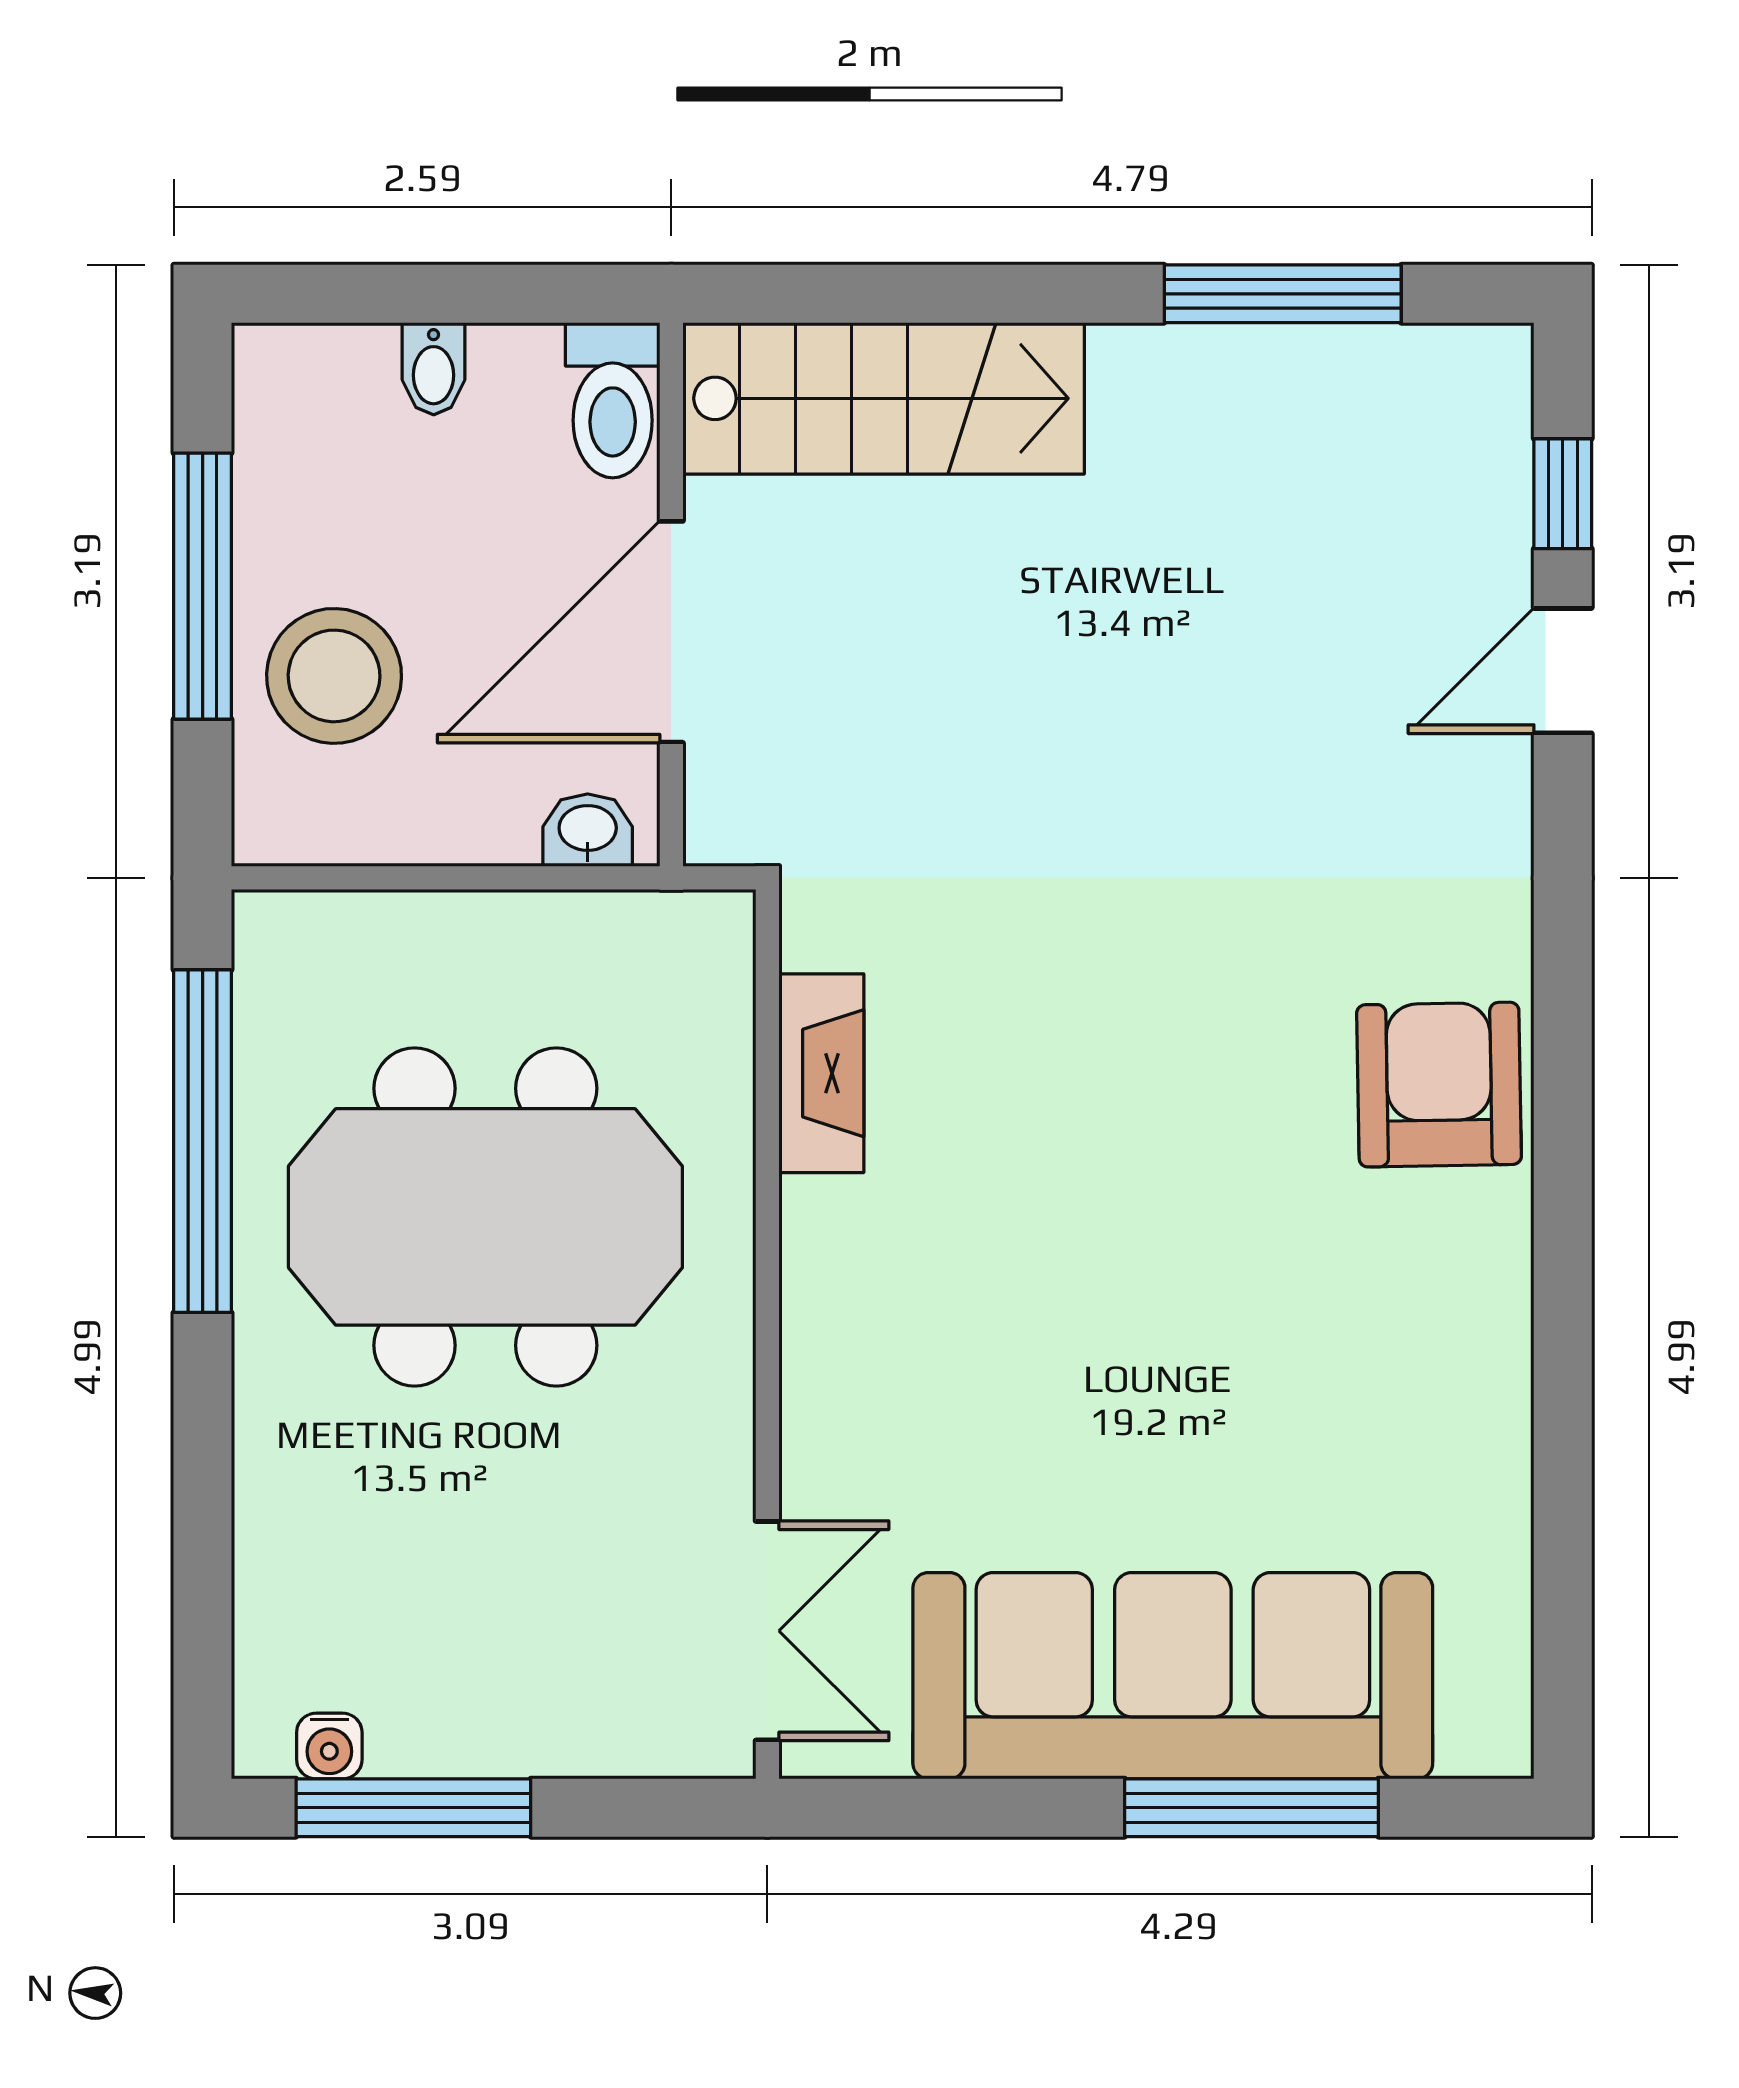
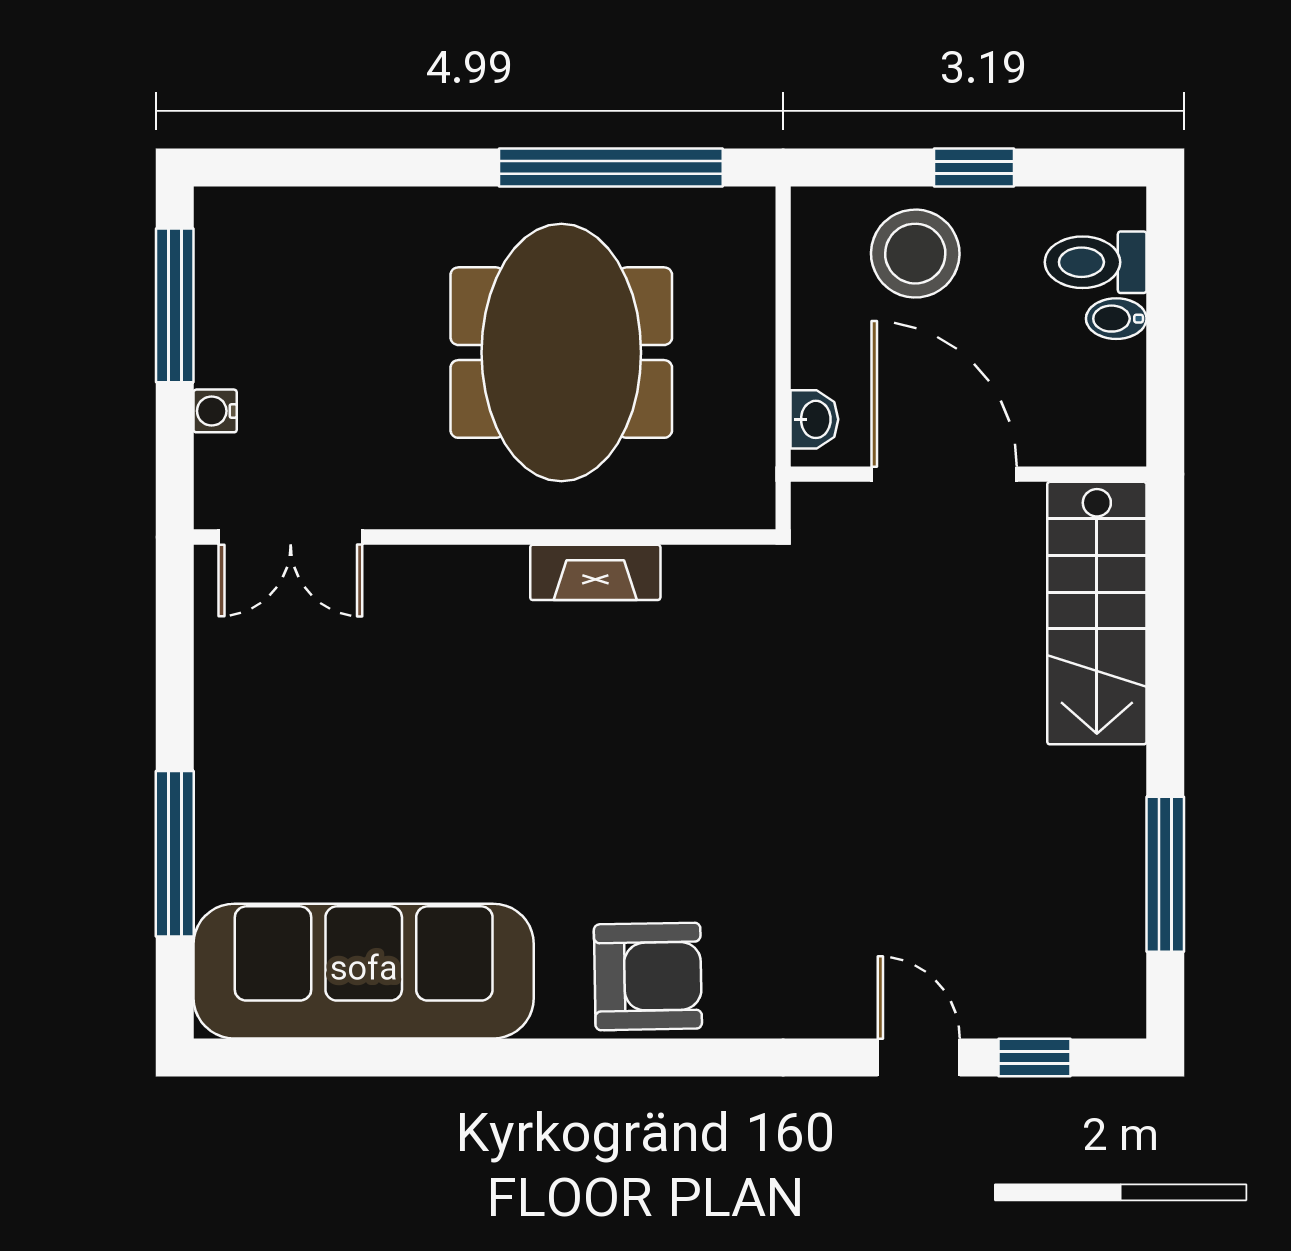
toilet: (613, 400) -> (1096, 262), moved
window: (203, 586) -> (974, 167), width x0.46
fireplace: (821, 1073) -> (595, 572), moved
sofa: (1173, 1676) -> (364, 971), moved, turned -90
water cooler: (329, 1746) -> (215, 411), moved

